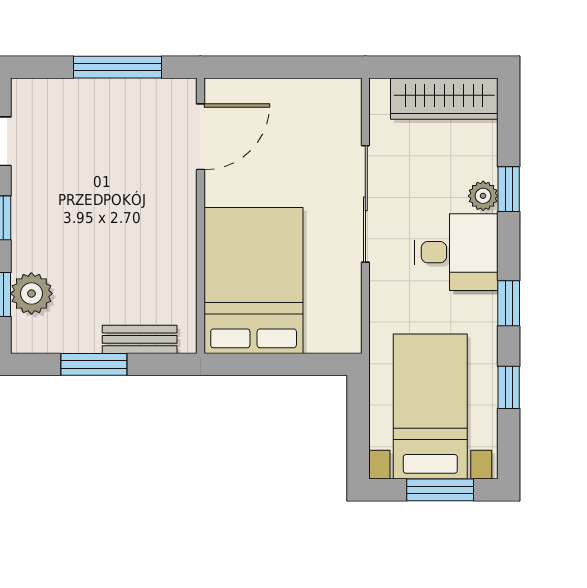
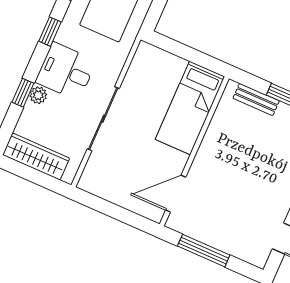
bed: (254, 280) -> (190, 108), width x0.67

